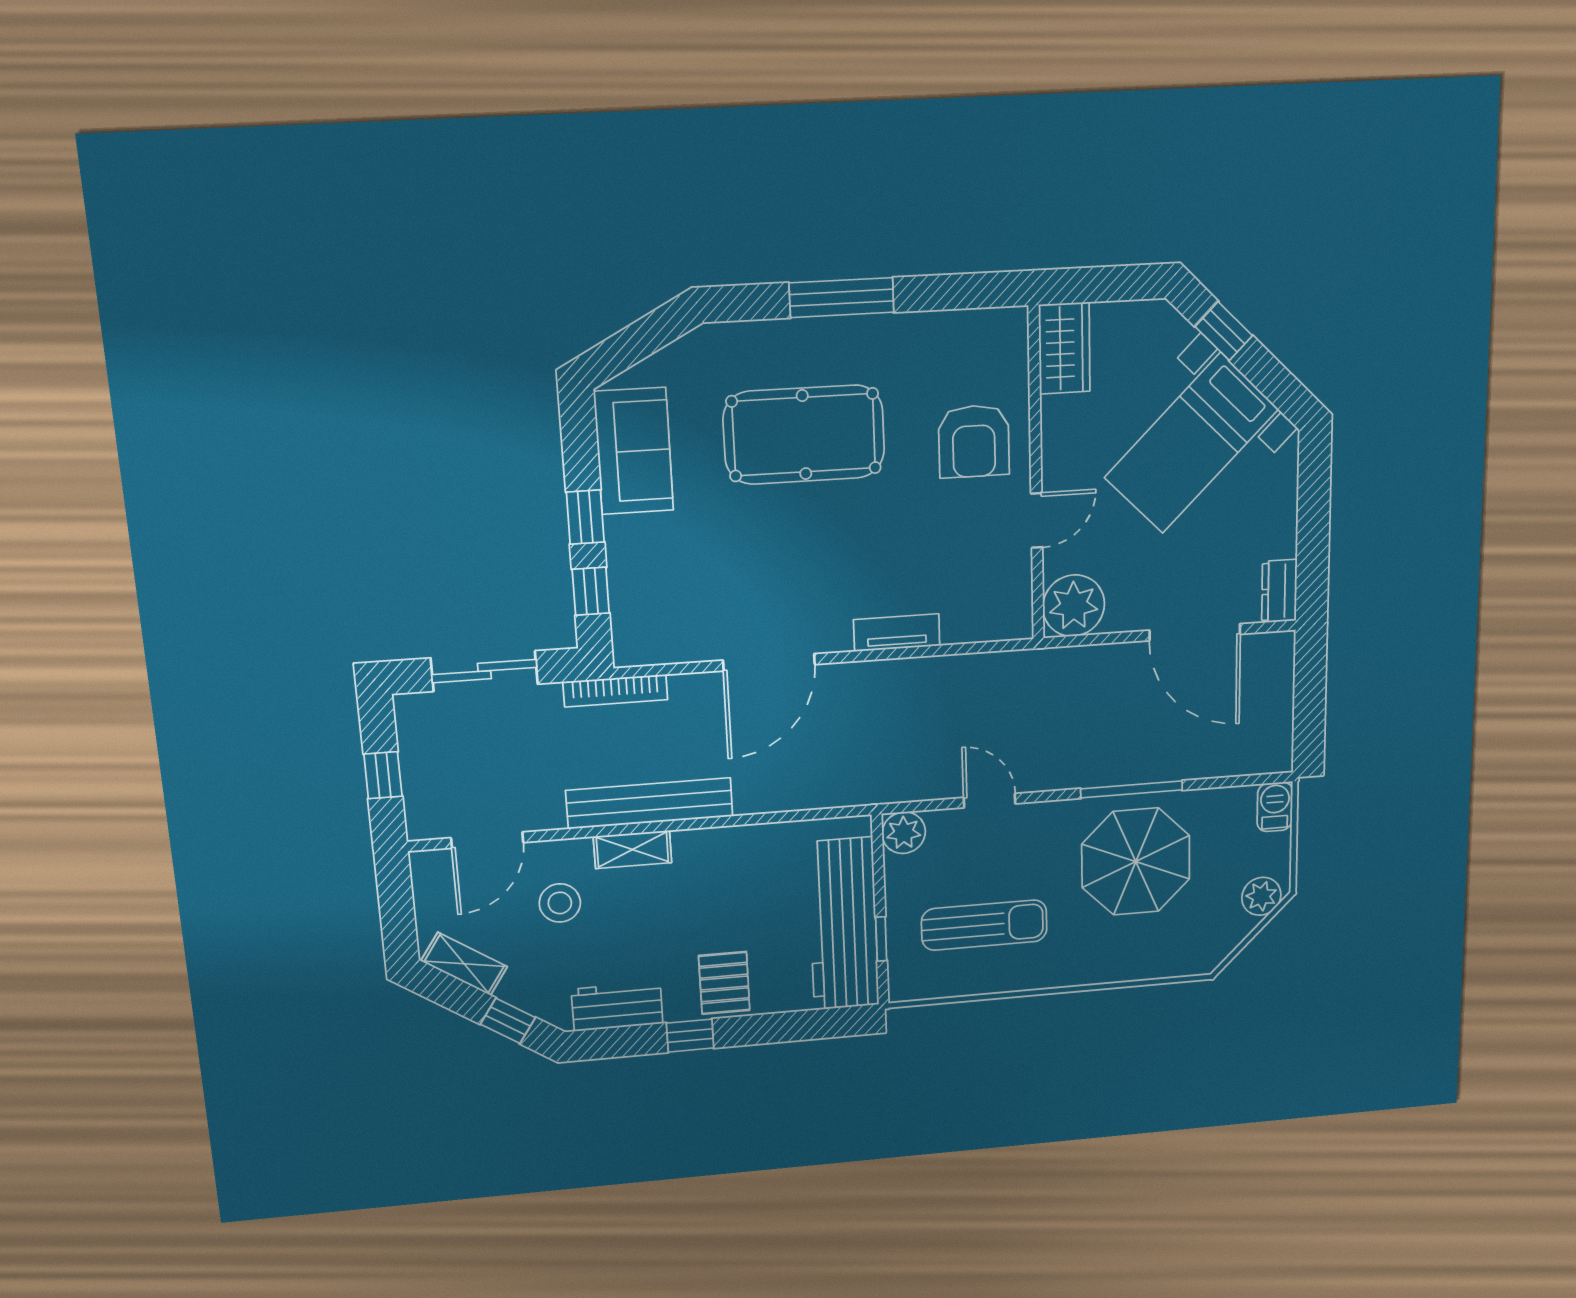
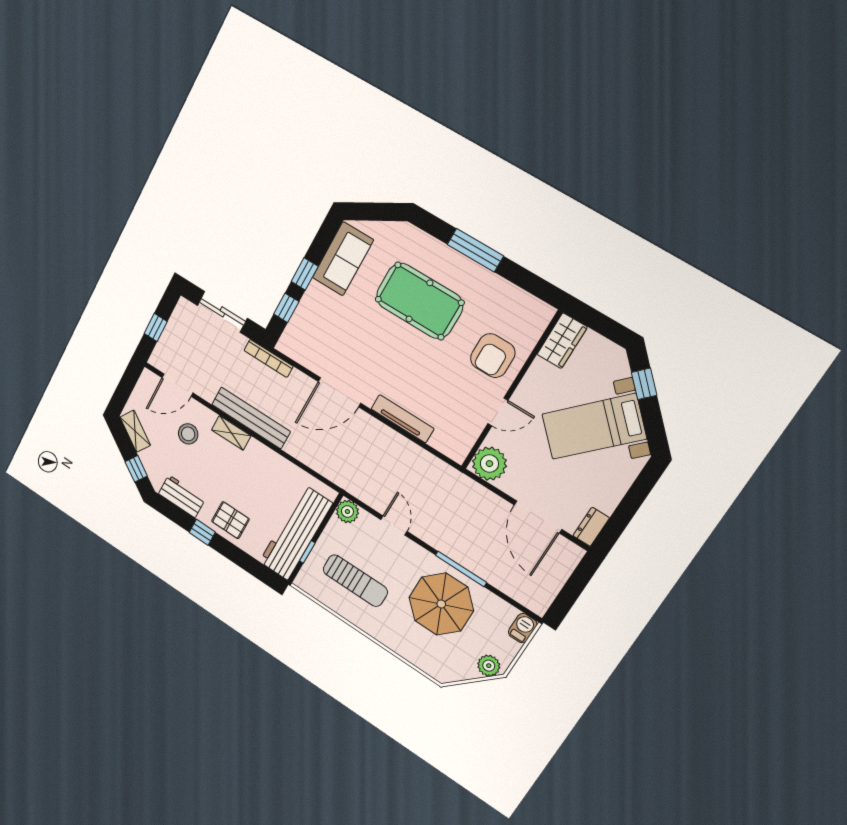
tv unit: (897, 633) -> (402, 419), width x1.41
pallet: (724, 983) -> (230, 520), turned 90

